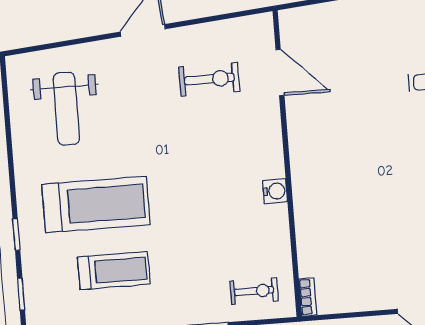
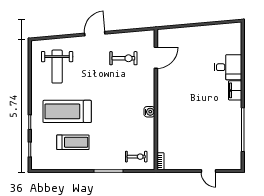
door: (280, 72) -> (156, 58), hinge flipped
treadmill: (96, 205) -> (67, 111), turned 180

